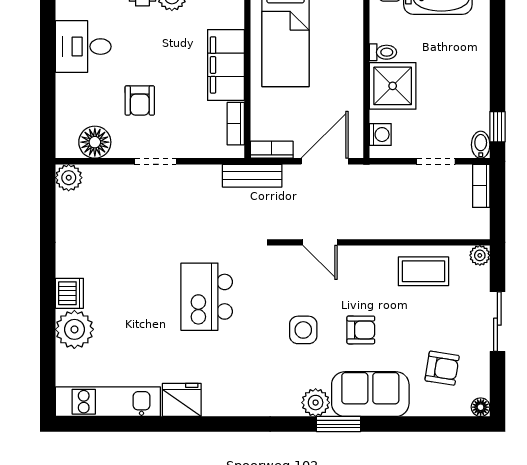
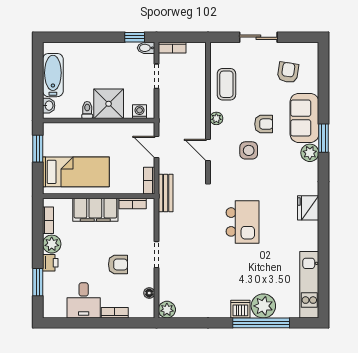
bookcase: (64, 95) -> (115, 313), added
floor lamp: (95, 142) -> (149, 293), width x0.53, depth x0.53
door: (325, 161) -> (157, 147), width x0.73
door: (320, 242) -> (208, 150), swing flipped
plant: (480, 255) -> (216, 118), moved
kitchen island: (207, 297) -> (243, 222), turned -90
window: (48, 326) -> (261, 323), added
side table: (303, 330) -> (249, 150), moved
armchair: (361, 330) -> (264, 124), turned 90
fridge: (182, 400) -> (308, 208), moved
floor lamp: (481, 407) -> (313, 48), removed

